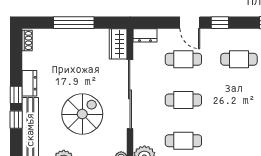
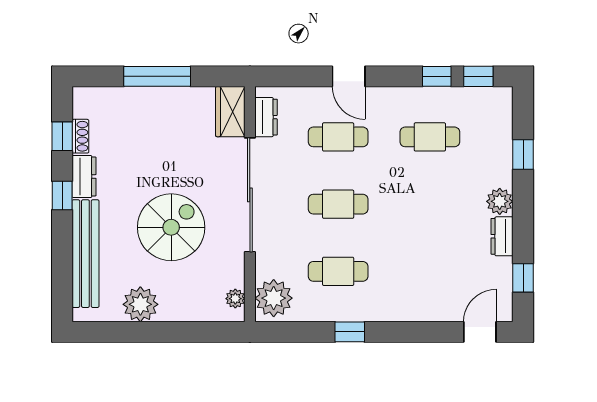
window: (220, 23) -> (437, 76), moved
dresser: (145, 35) -> (266, 117), moved, turned -90
shoe rack: (27, 41) -> (80, 136), moved
window: (16, 120) -> (62, 136), moved

